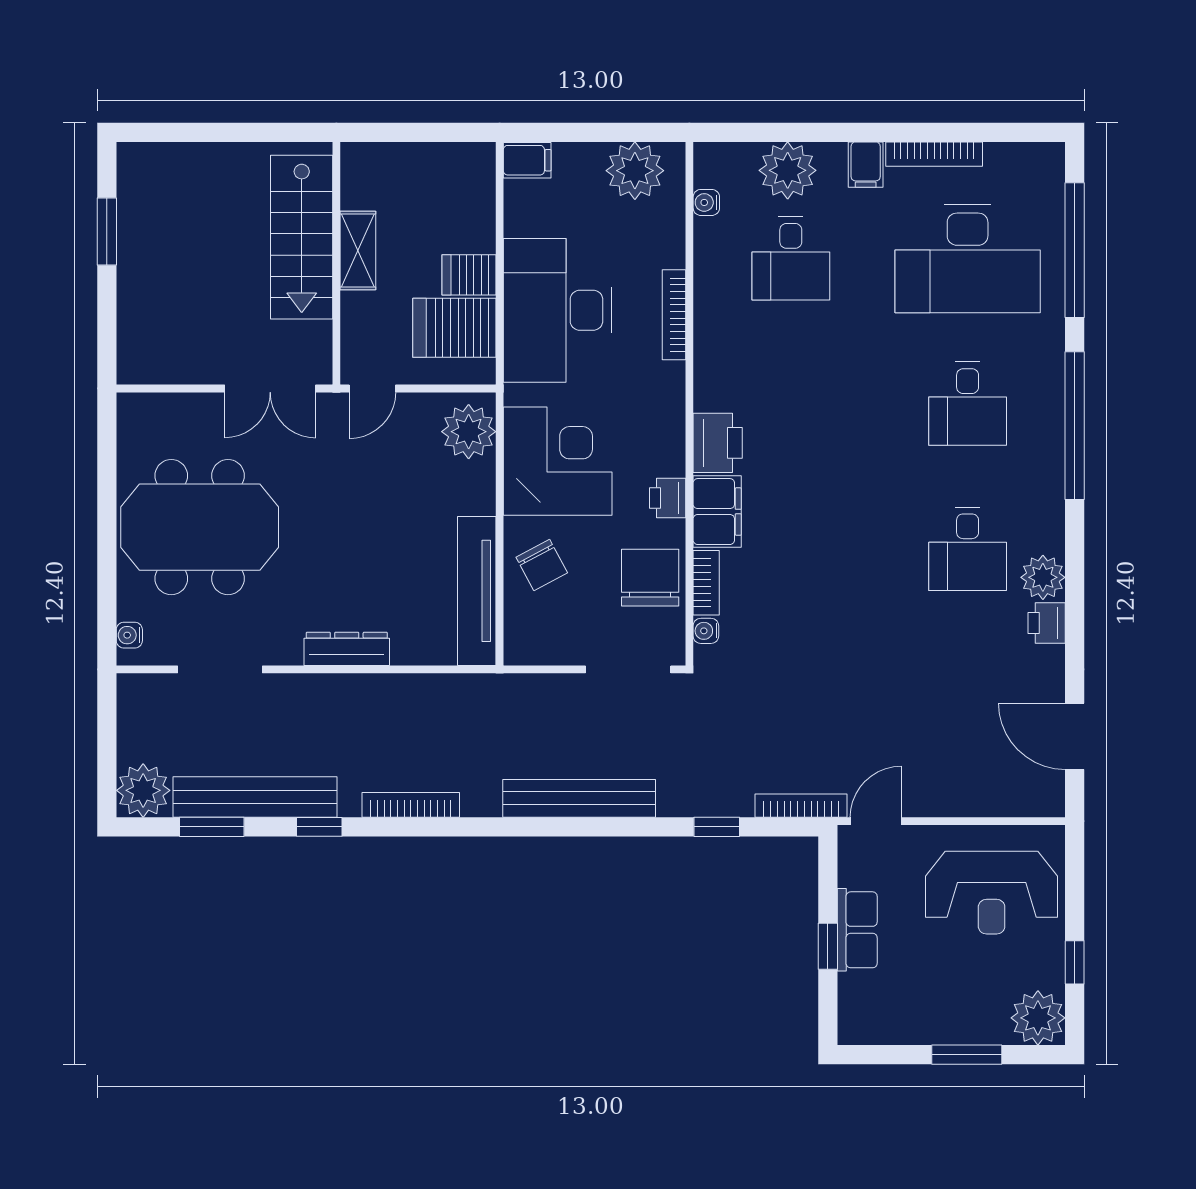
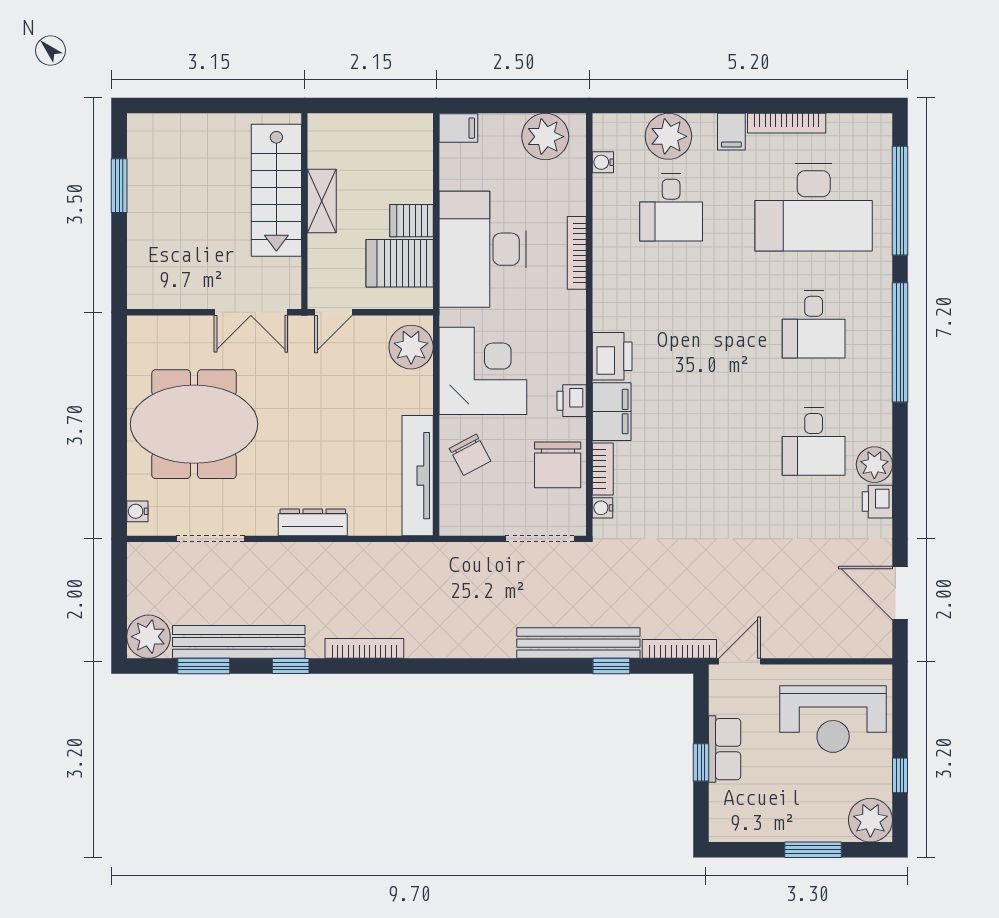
chair: (650, 578) -> (558, 465), turned 180
bench: (579, 798) -> (578, 643), moved

